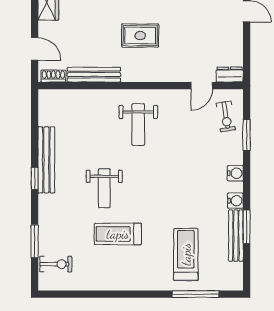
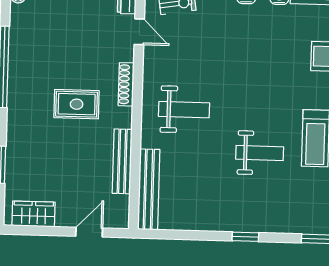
rug: (140, 36) -> (77, 104), turned 90
shoe rack: (53, 76) -> (126, 84), moved, width x1.43
bench: (46, 160) -> (149, 189), moved, turned 90

